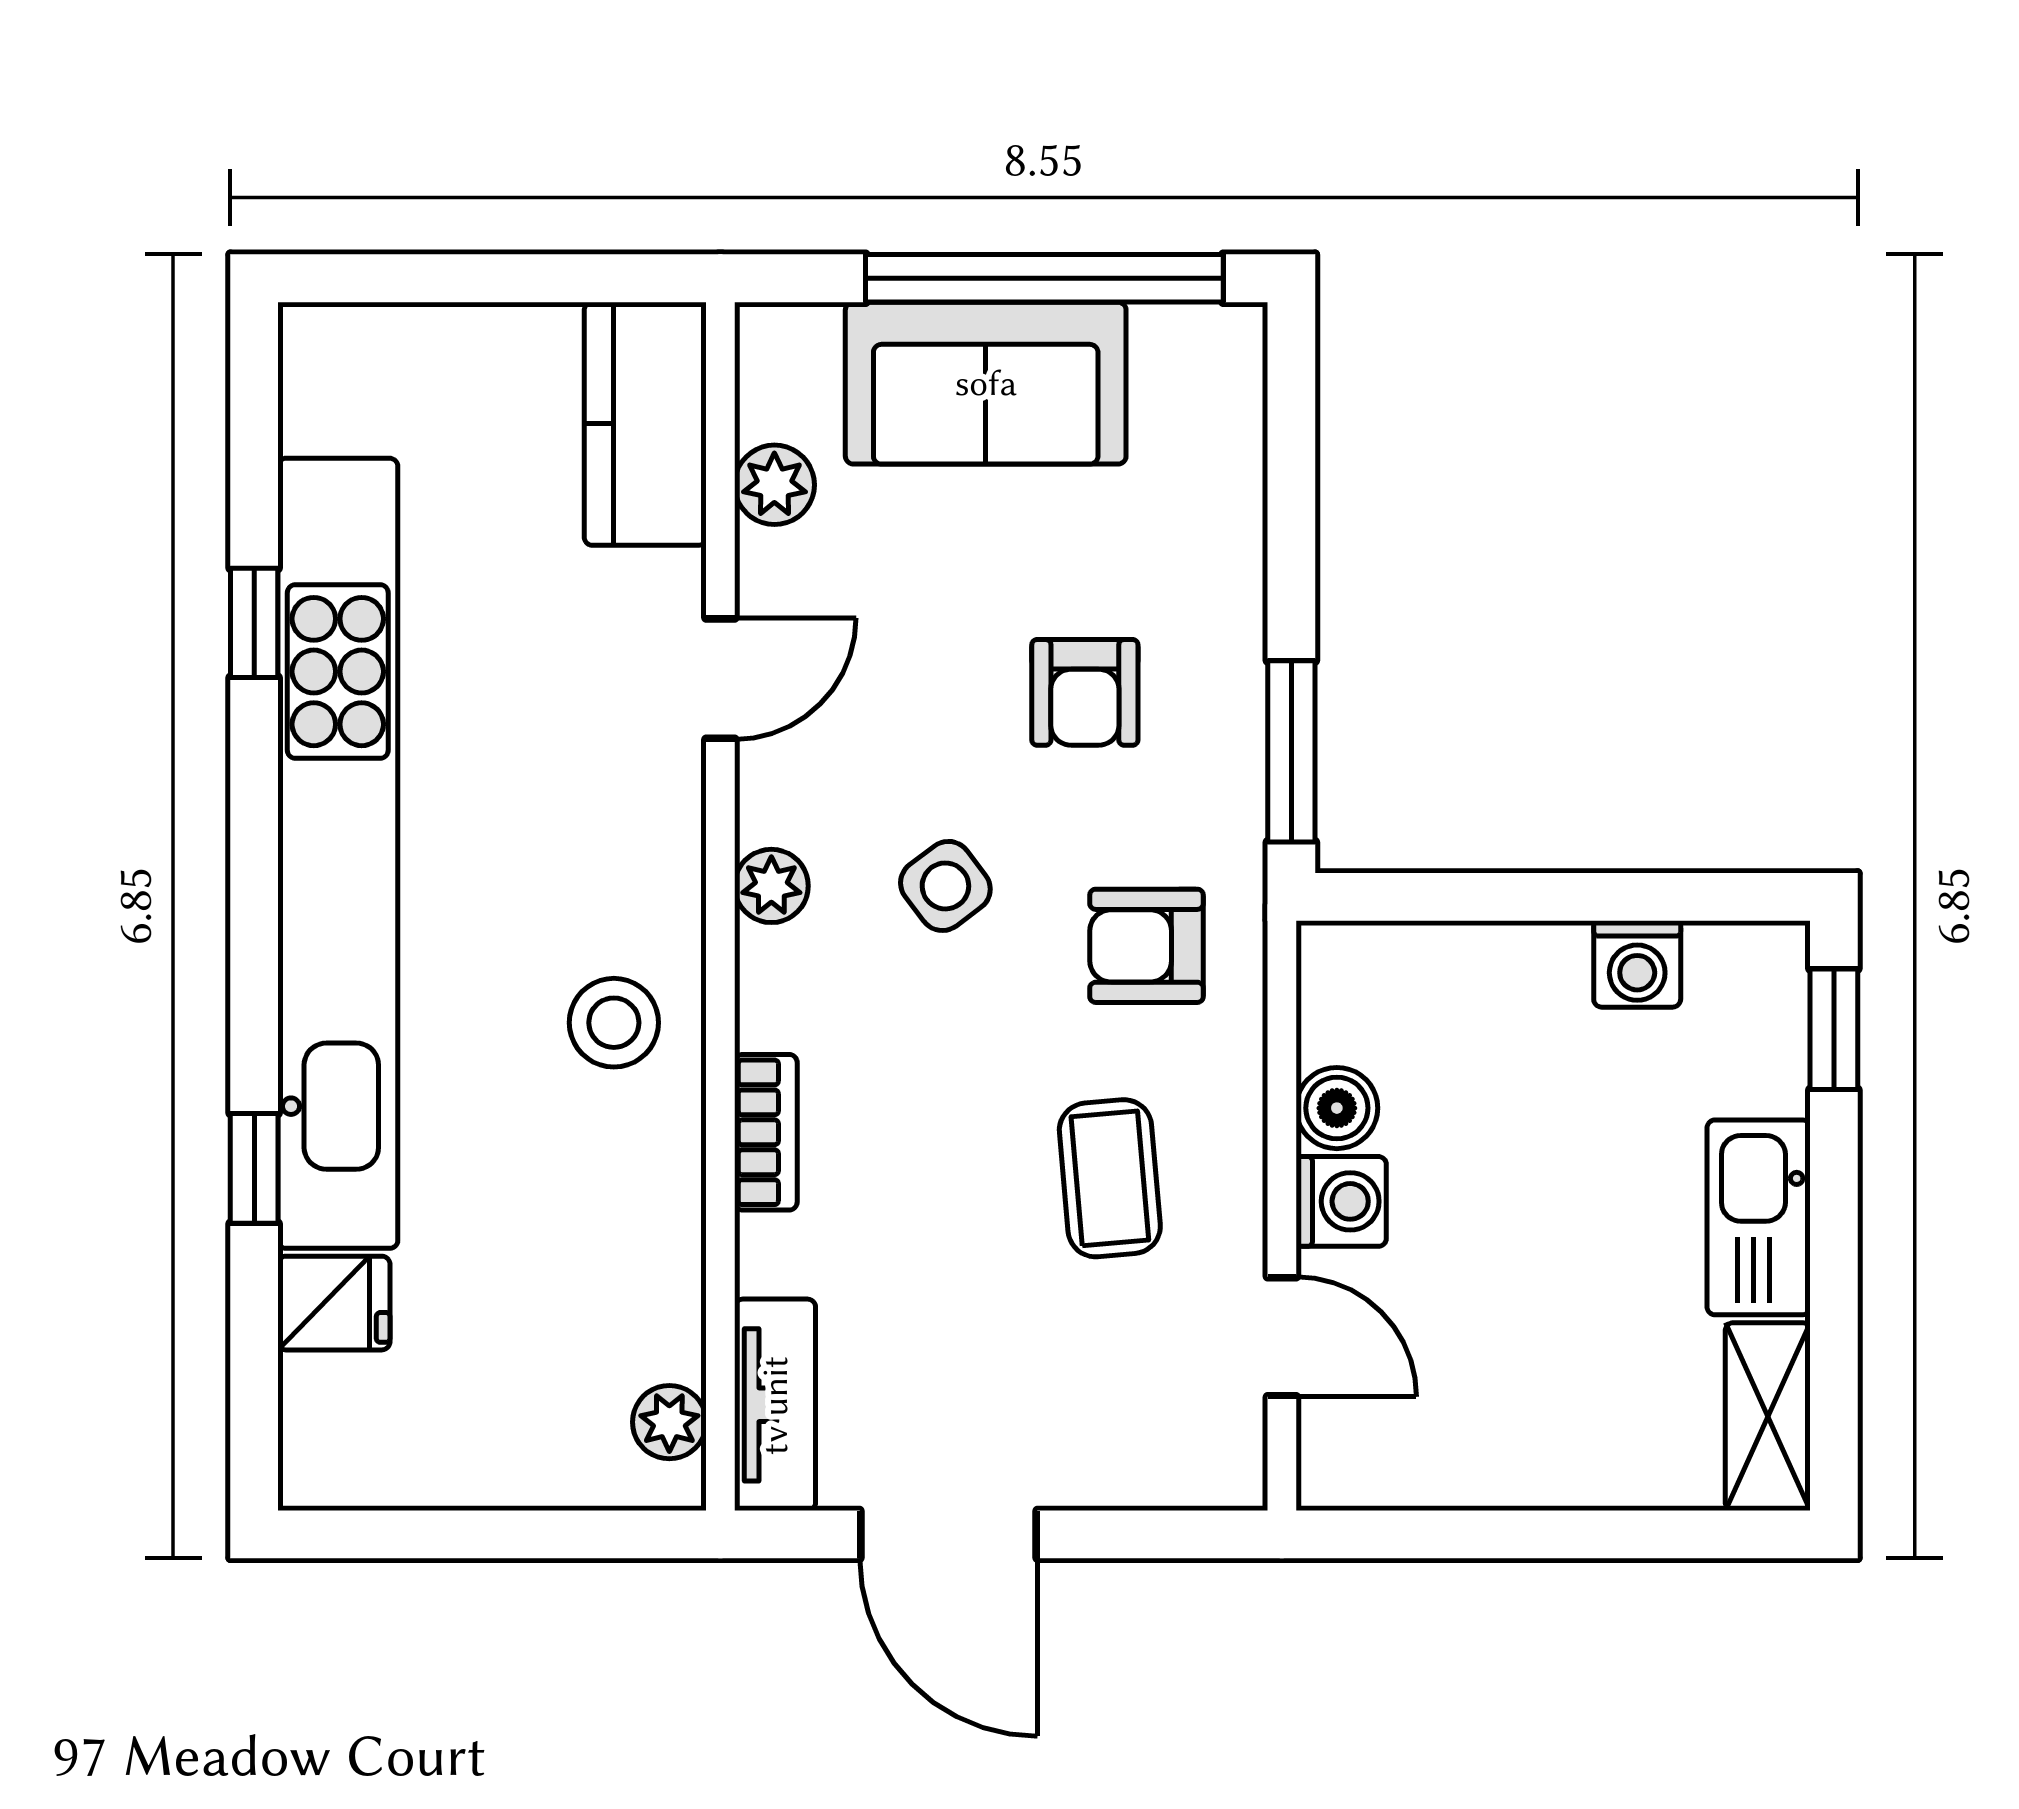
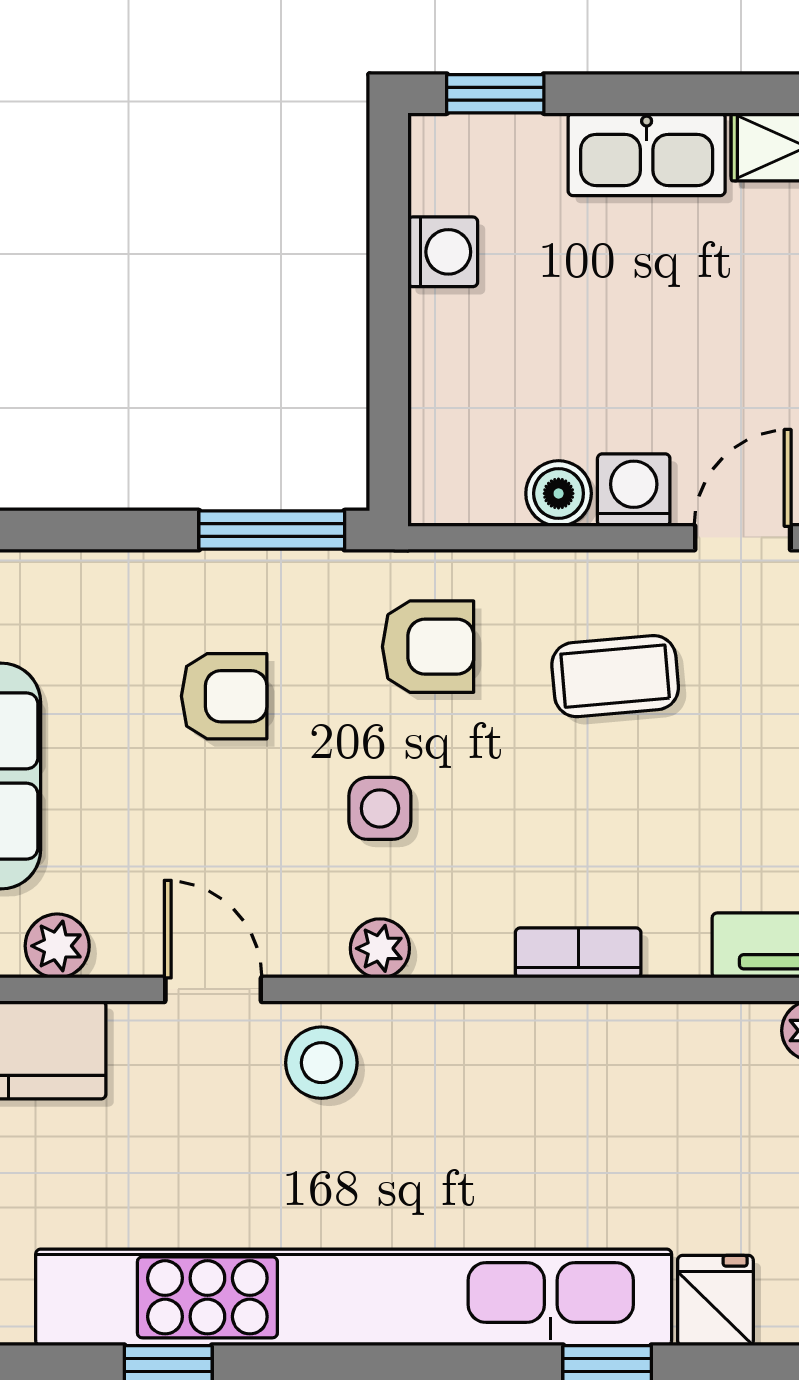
side table: (945, 886) -> (380, 808), turned 37
armchair: (1147, 946) -> (428, 647), turned -90
stool: (614, 1023) -> (321, 1063), moved

